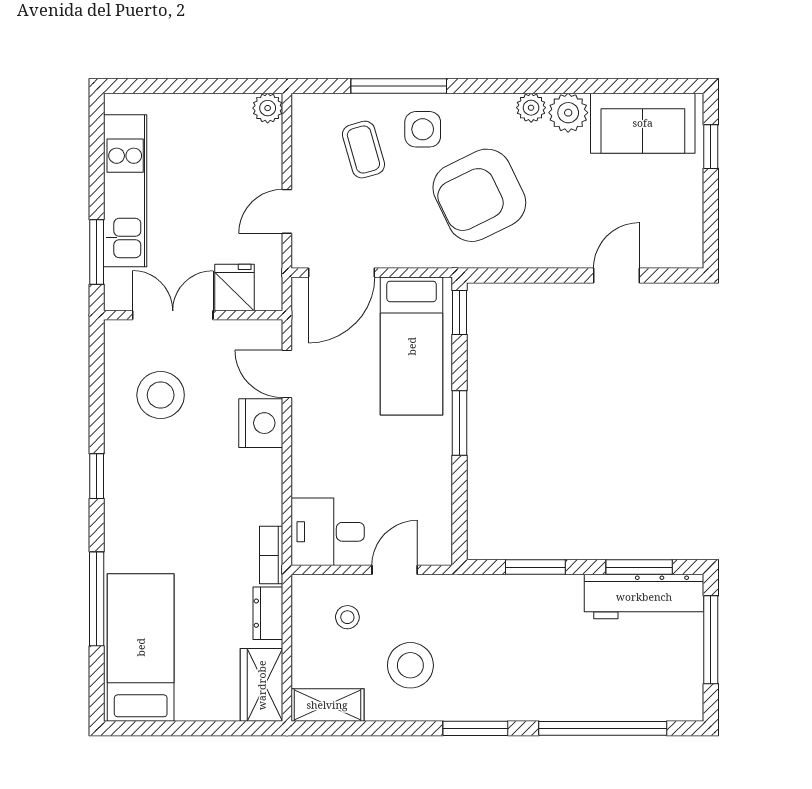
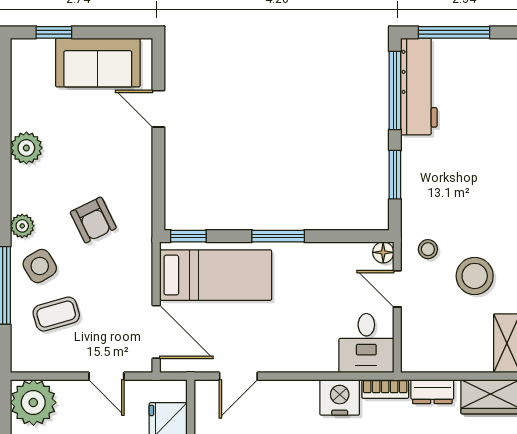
plant: (268, 108) -> (33, 402), width x1.88, depth x1.88
plant: (531, 108) -> (22, 226), moved
sofa: (643, 123) -> (98, 62), moved, turned 90
side table: (423, 129) -> (40, 266), turned -31
armchair: (479, 195) -> (93, 220), width x0.53, depth x0.53
nightstand: (261, 423) -> (340, 397), moved
floor lamp: (439, 553) -> (383, 252), added
window: (639, 567) -> (395, 90), width x1.44
stool: (347, 617) -> (428, 249), moved

